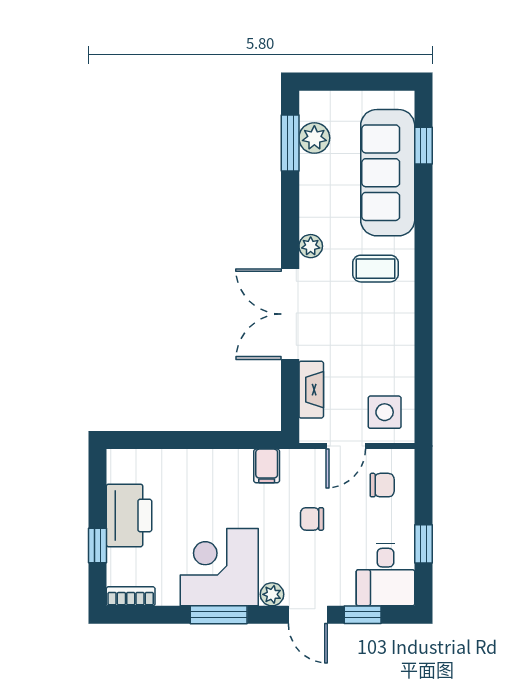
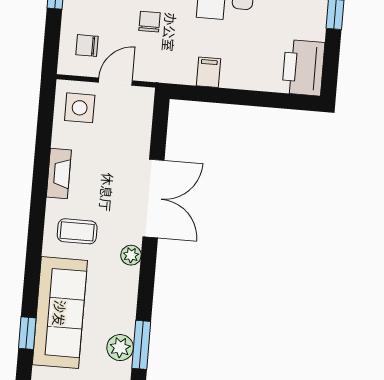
fireplace: (311, 390) -> (59, 173), moved, turned 180
filing cabinet: (267, 466) -> (208, 72), moved
printer: (129, 515) -> (303, 68), moved
chair: (312, 519) -> (150, 22), turned -90

